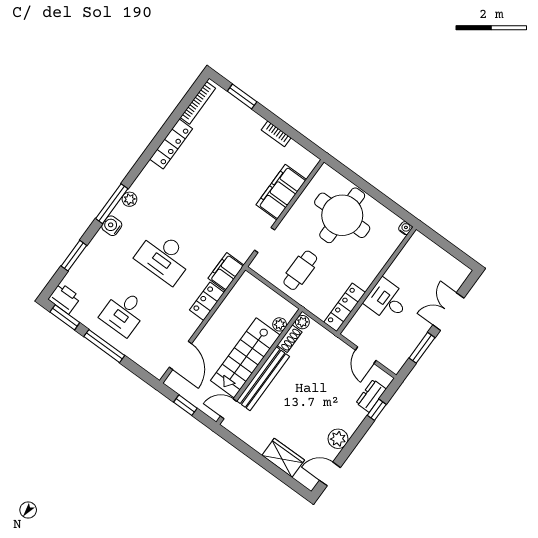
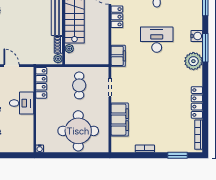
plant: (129, 199) -> (193, 61), width x1.88, depth x1.88
locker: (207, 301) -> (117, 17), moved

